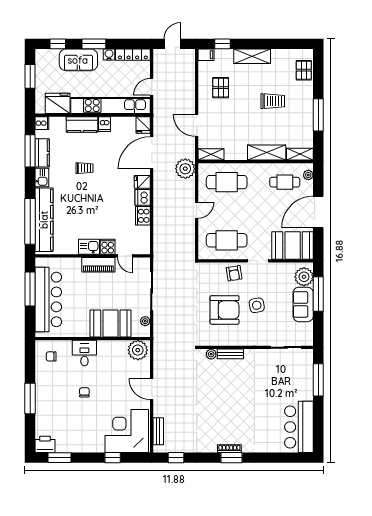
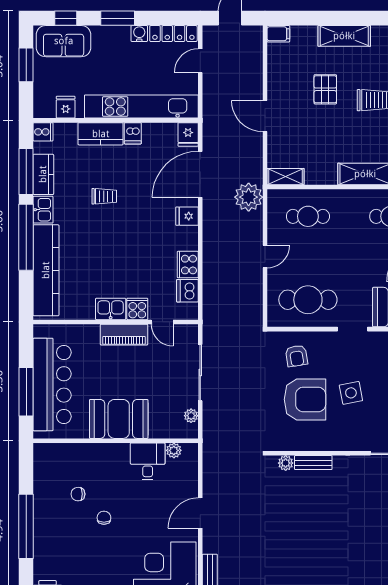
window: (222, 44) -> (302, 18), removed
sofa: (78, 60) -> (64, 41), moved
door: (152, 87) -> (200, 61), moved
pallet: (221, 88) -> (325, 89), moved
fridge: (58, 103) -> (66, 107), width x0.53, depth x0.75
door: (197, 126) -> (265, 116), moved
cafe table: (227, 182) -> (308, 216), width x0.73, depth x0.74
dishwasher: (143, 197) -> (187, 291), moved
window: (30, 221) -> (26, 237), moved
armchair: (234, 273) -> (296, 356), moved
window: (30, 289) -> (26, 392), moved
booth: (110, 323) -> (119, 419), moved
plant: (138, 350) -> (174, 450), width x0.53, depth x0.53
desk: (84, 353) -> (148, 461), moved
chair: (51, 356) -> (78, 494), moved
door: (152, 389) -> (200, 513), hinge flipped
window: (30, 398) -> (26, 526), width x1.46

